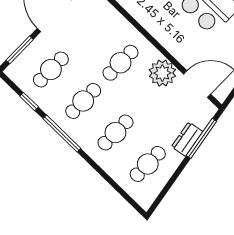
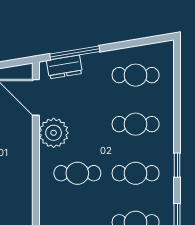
window: (62, 134) -> (177, 165), width x0.46
dresser: (187, 139) -> (64, 67), moved

